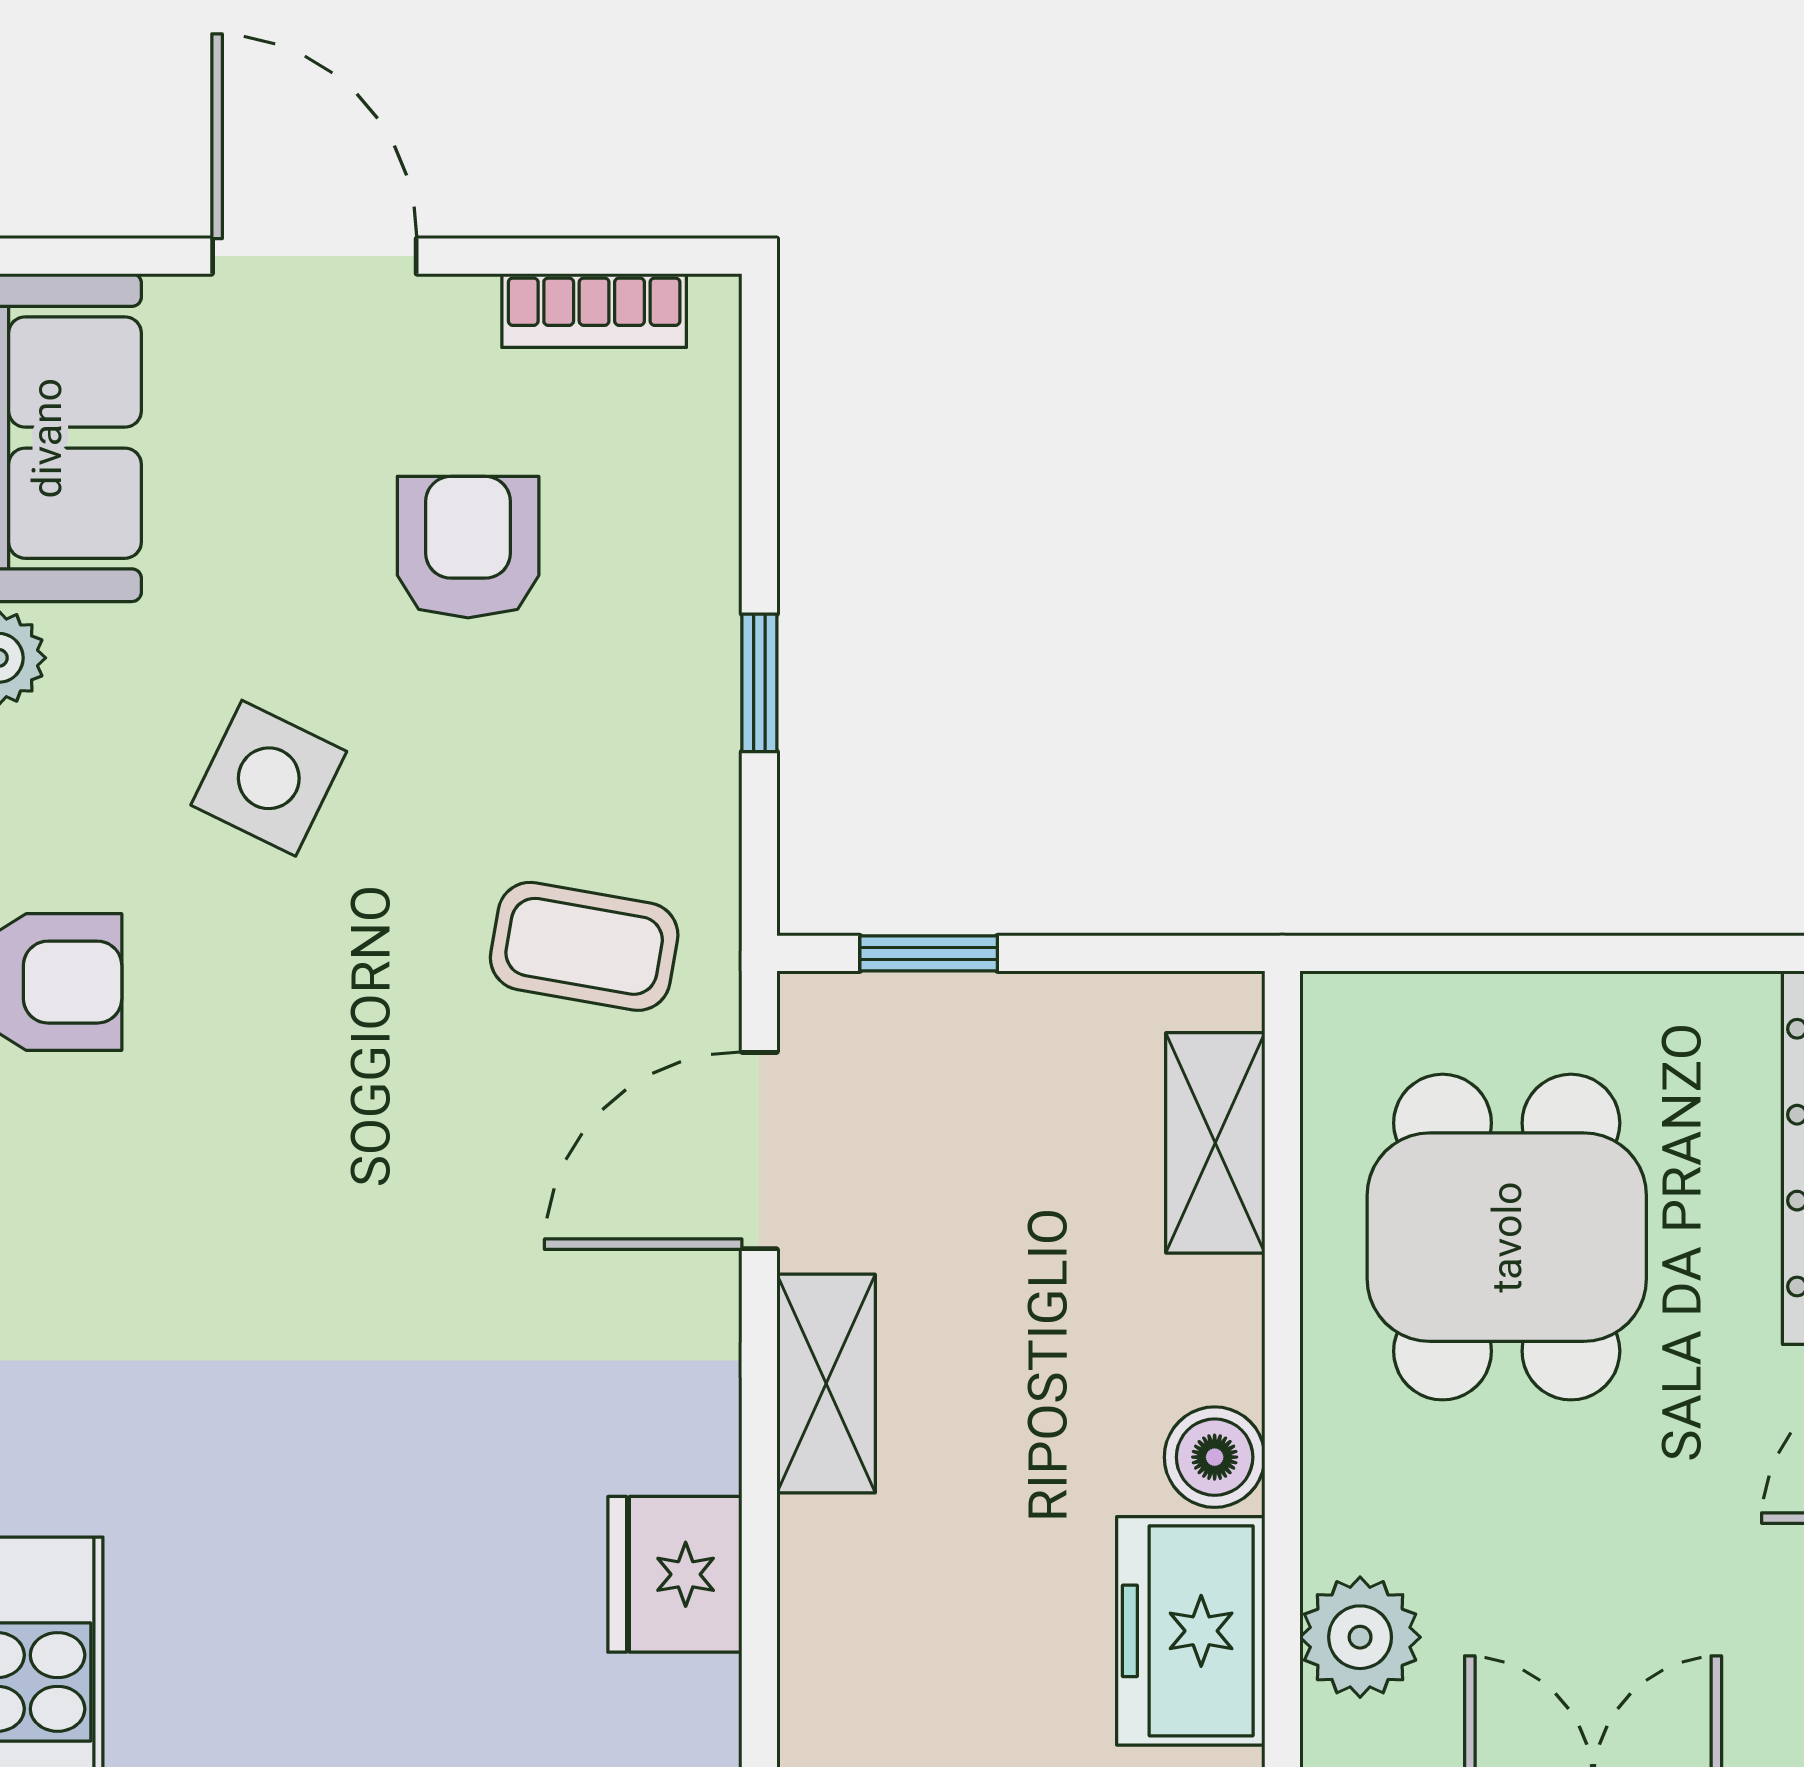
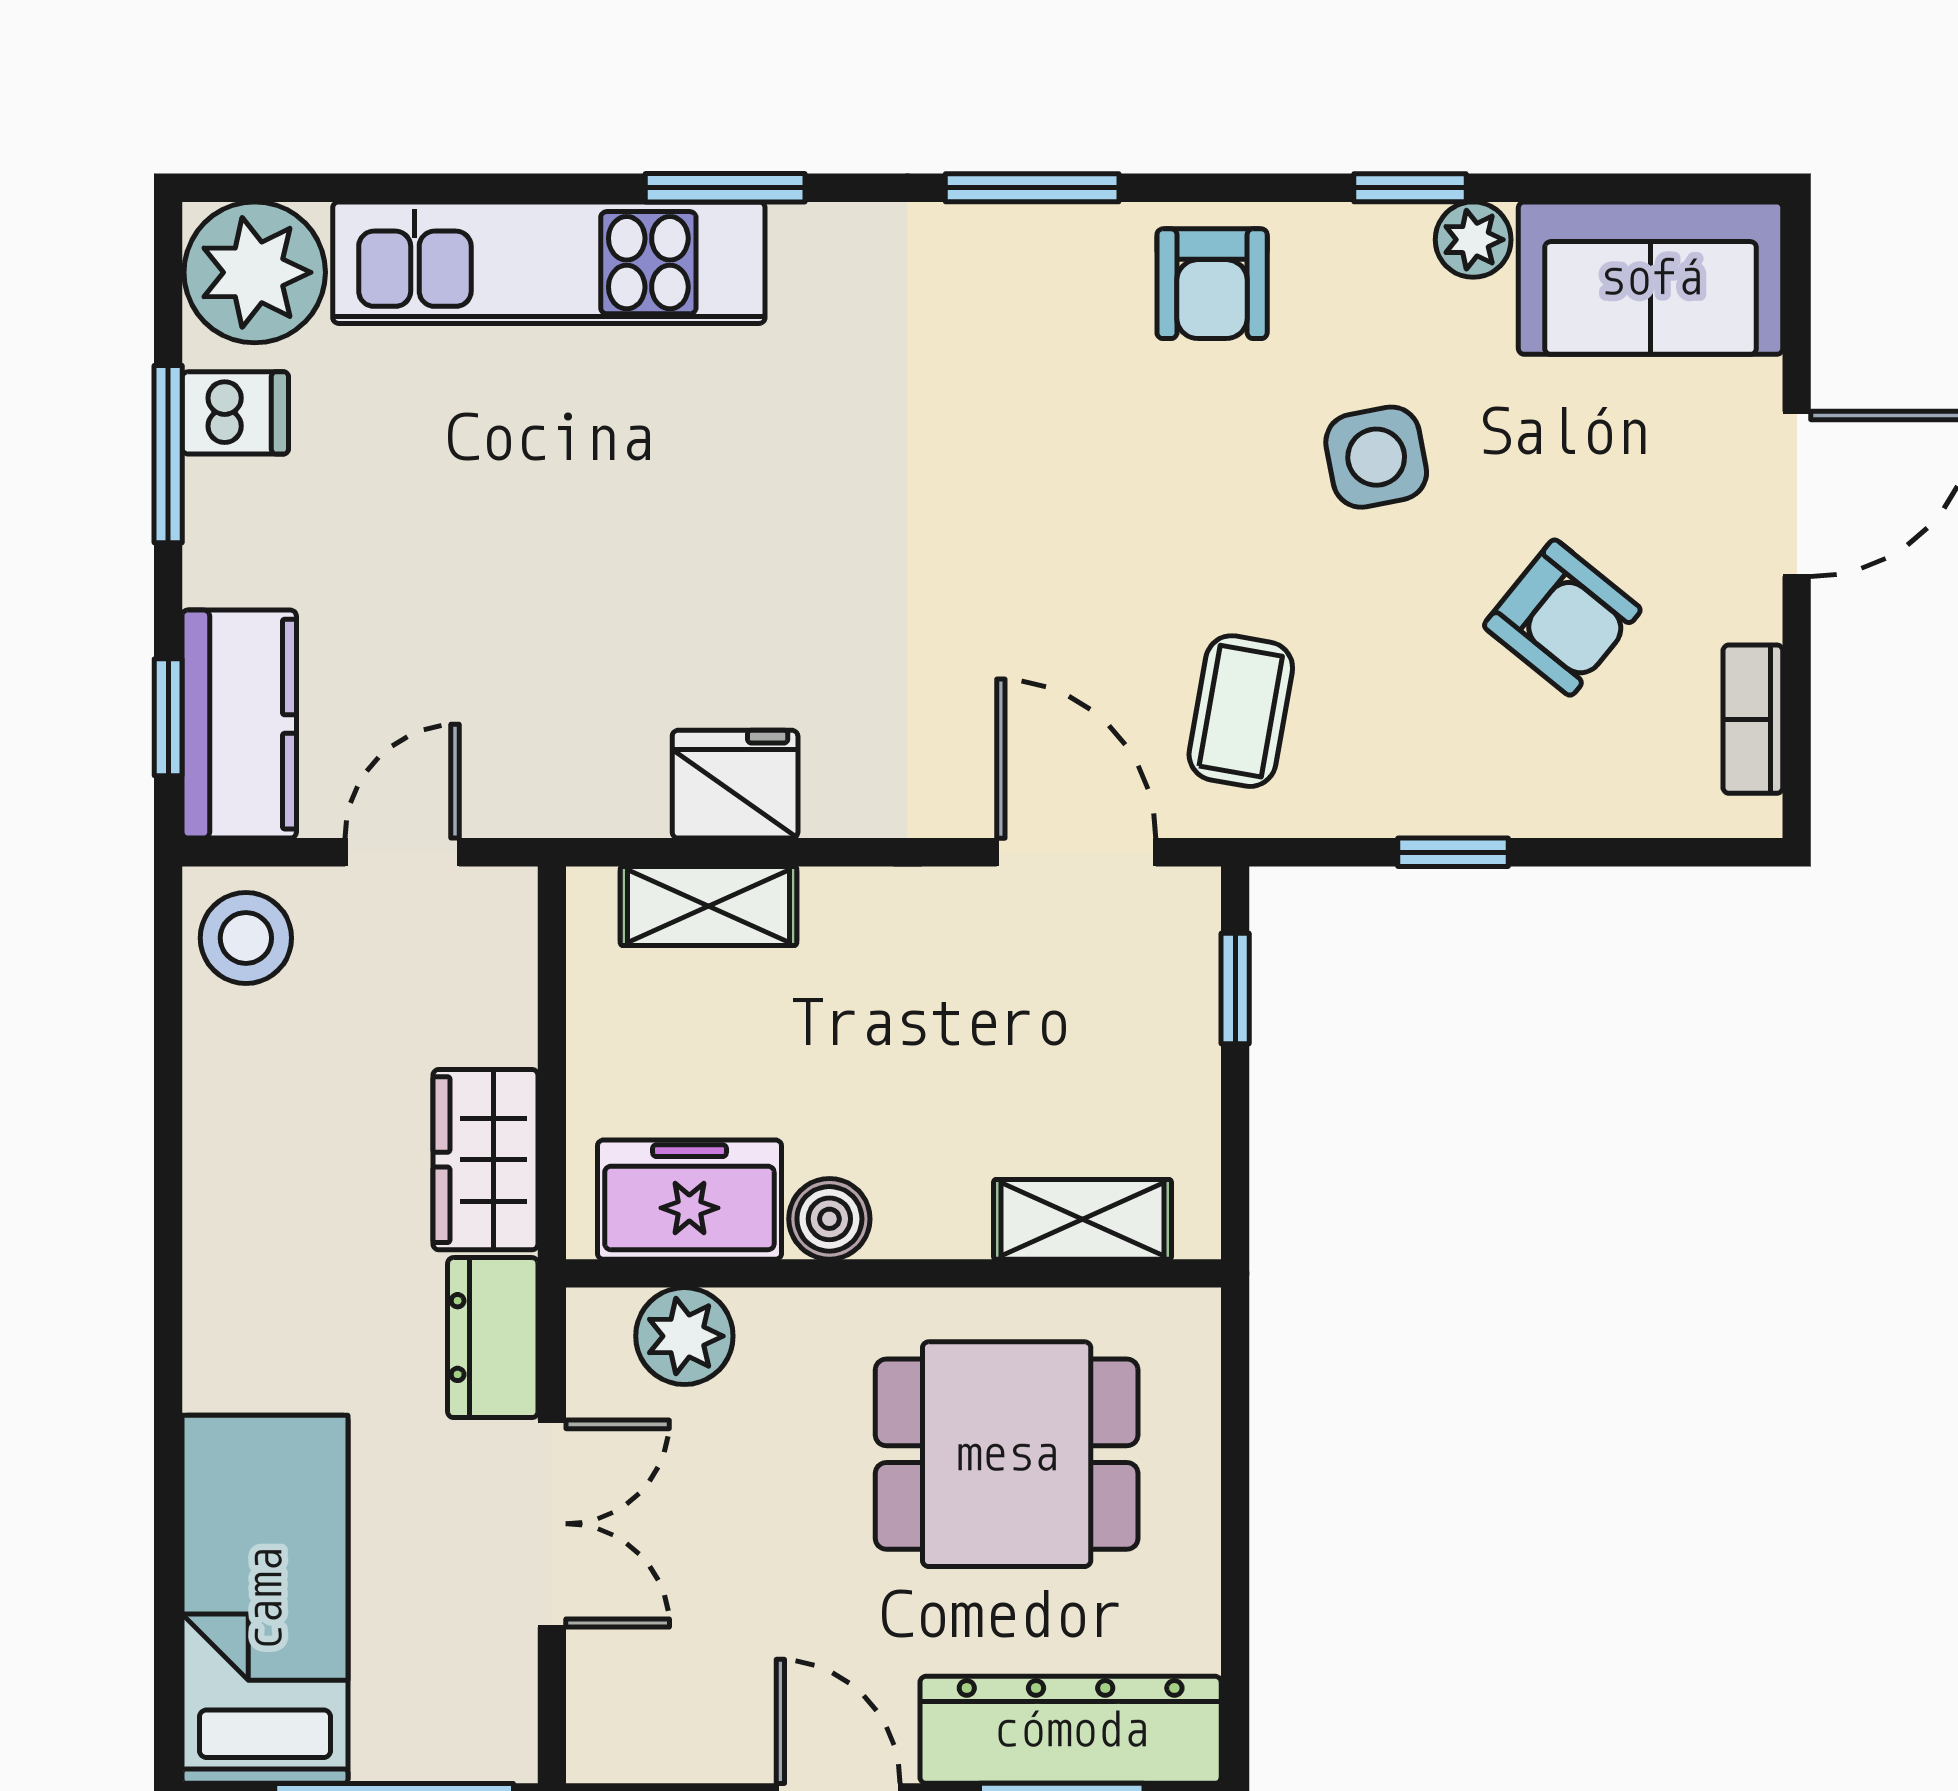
armchair: (468, 547) -> (1562, 618), turned 39
side table: (269, 778) -> (1376, 457), turned -37
shelving: (826, 1384) -> (709, 906), moved

